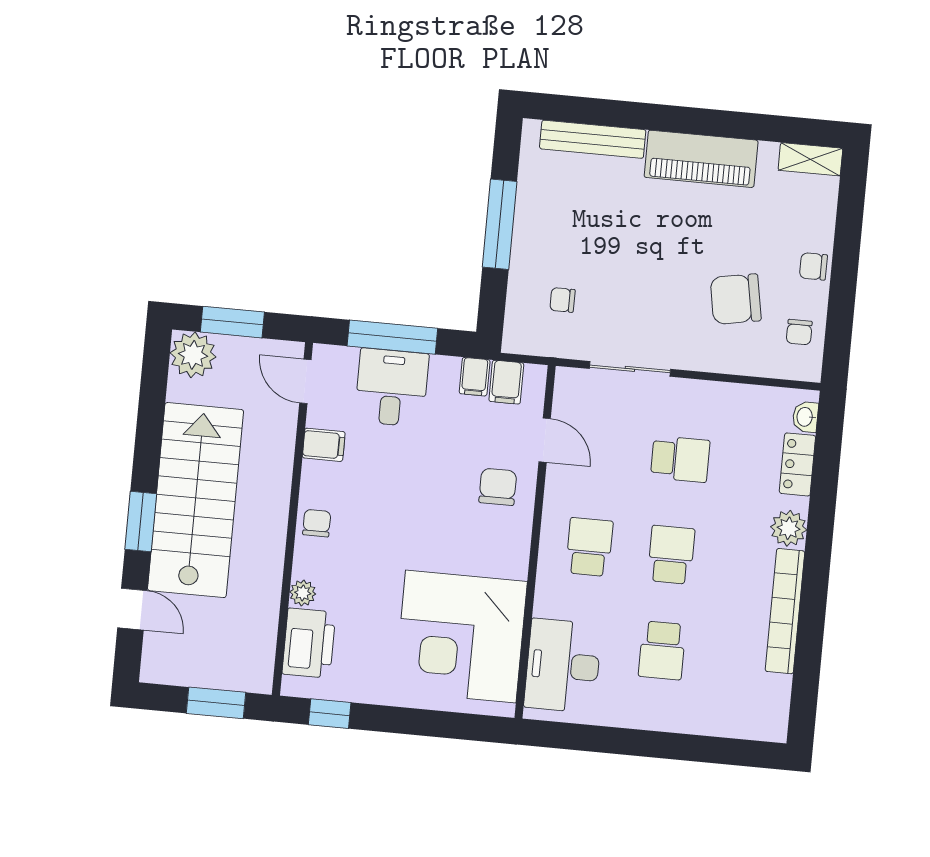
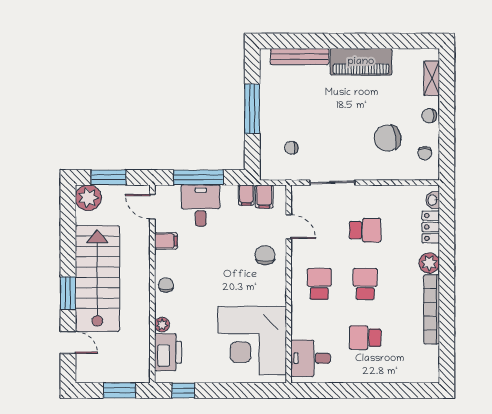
shelving: (810, 159) -> (432, 78), moved, turned 90
school desk: (662, 650) -> (365, 338), turned 90
desk: (563, 666) -> (311, 358), width x0.73

